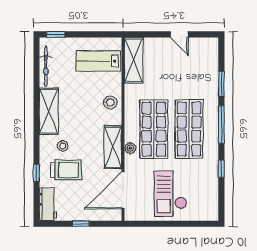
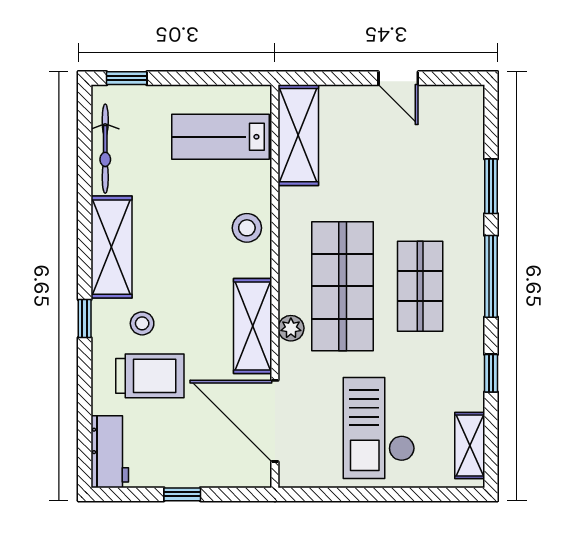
shop shelf: (189, 129) -> (420, 286), width x0.70, depth x0.74
window: (36, 173) -> (85, 319), moved
door: (123, 190) -> (275, 421), hinge flipped
shelving: (212, 202) -> (470, 445), added

